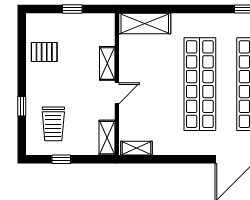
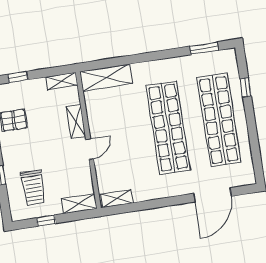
window: (72, 9) -> (18, 77), moved
shelving: (99, 20) -> (62, 81), added
shelving: (107, 138) -> (79, 204), moved, turned 90

